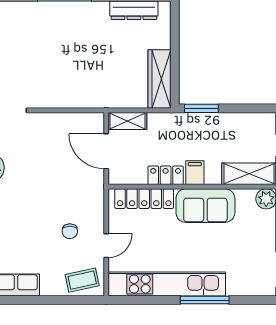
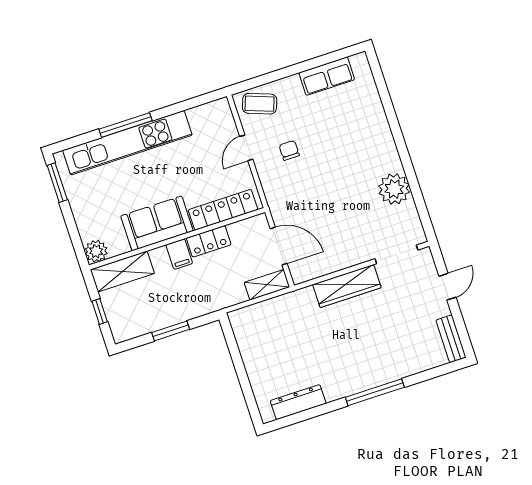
wardrobe: (159, 79) -> (347, 286), moved, turned 90
window: (201, 108) -> (171, 331), moved
coffee table: (82, 280) -> (260, 104), turned 32
kitchen unit: (167, 284) -> (127, 143), moved

